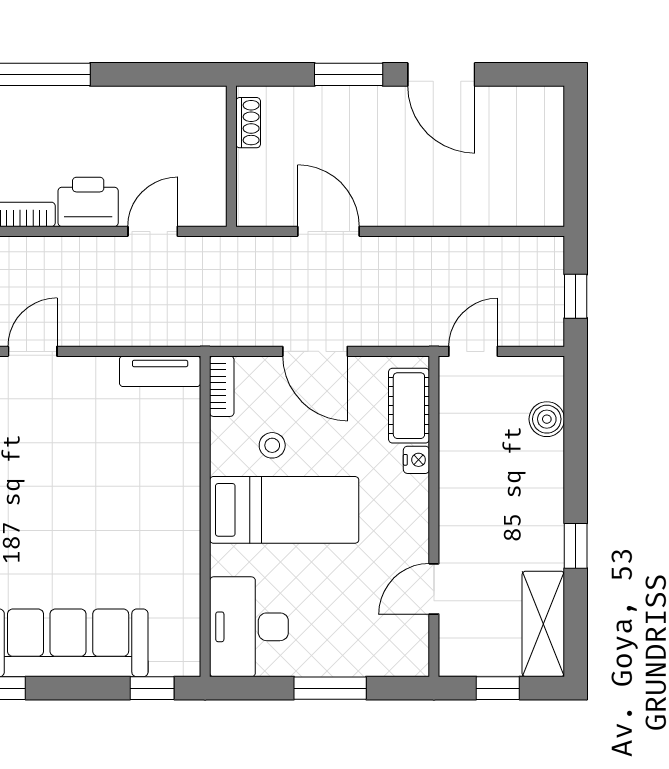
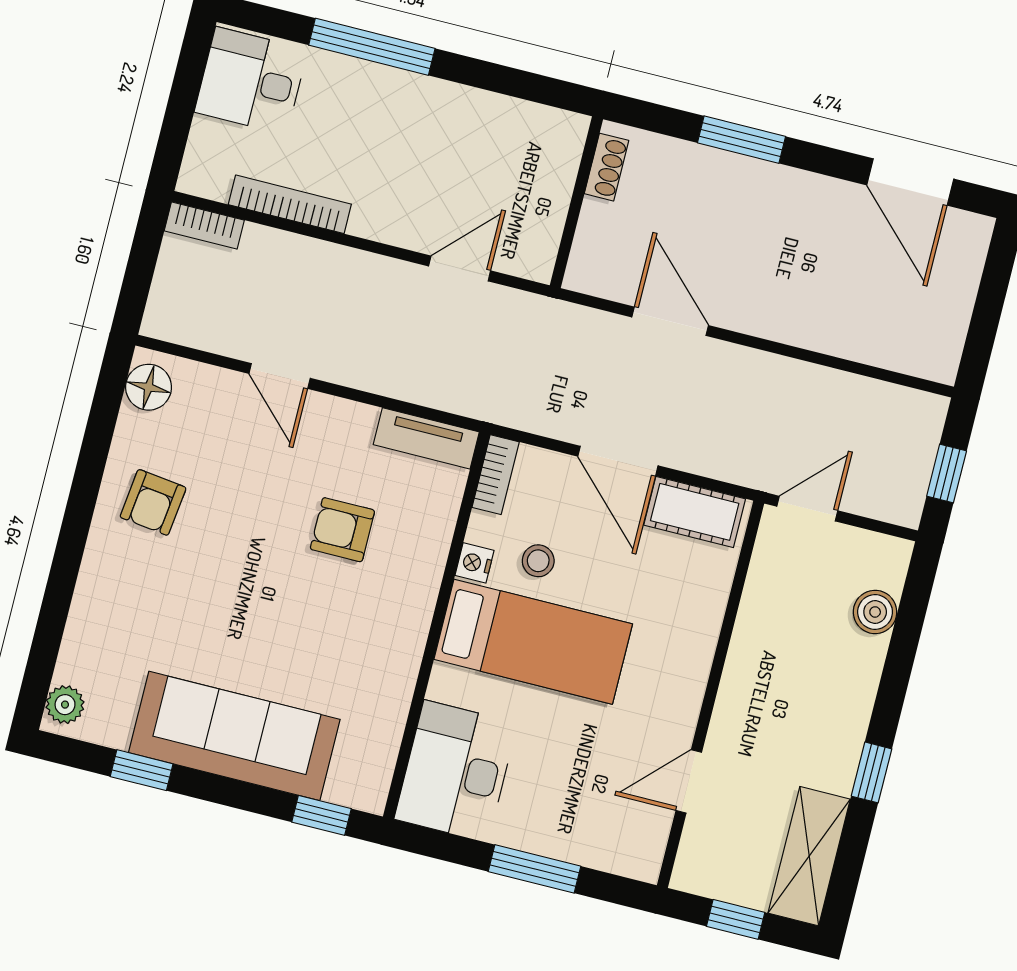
door: (441, 74) -> (910, 182), moved
printer: (88, 202) -> (391, 214), removed
door: (33, 351) -> (280, 376), swing flipped
cot: (409, 406) -> (695, 512), moved, turned 90
armchair: (112, 460) -> (342, 530), added
nightstand: (416, 460) -> (474, 563), moved, turned 180

